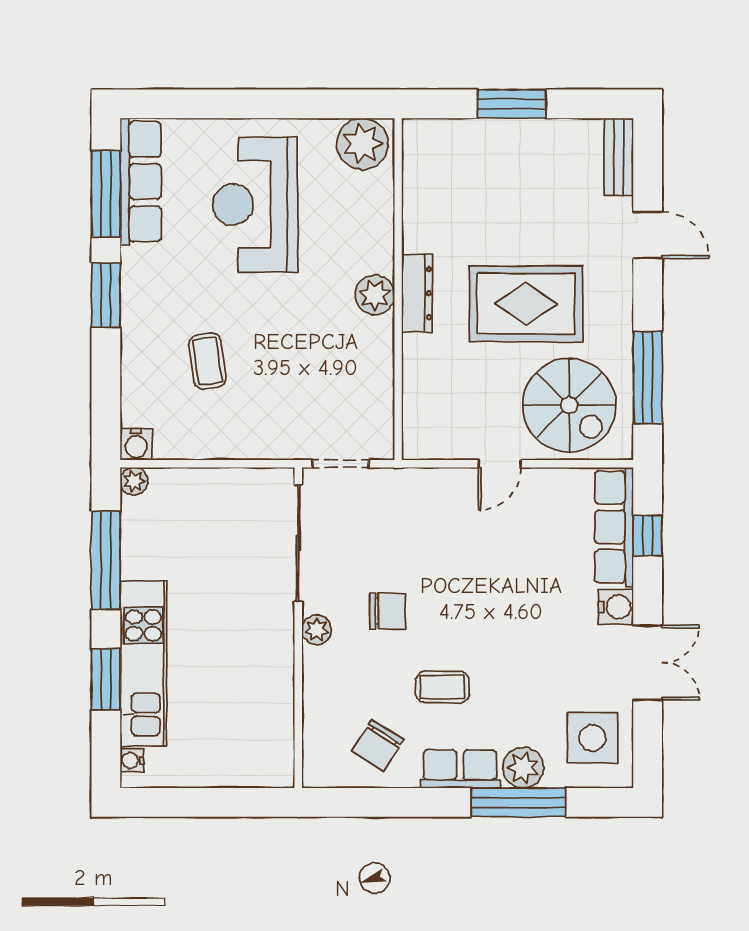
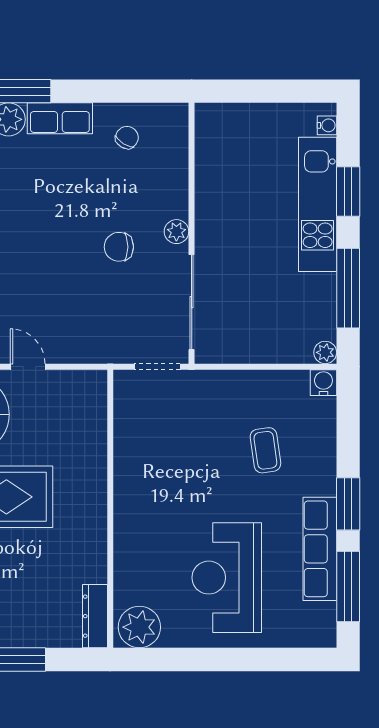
row of seats: (141, 182) -> (320, 549), moved
reception desk: (255, 205) -> (227, 578), turned 180
dresser: (417, 293) -> (95, 616), moved
plant: (375, 295) -> (129, 504), removed
door: (500, 464) -> (28, 367), hinge flipped
coffee table: (443, 687) -> (74, 185), removed
chair: (378, 745) -> (127, 138), width x0.73, depth x0.73

